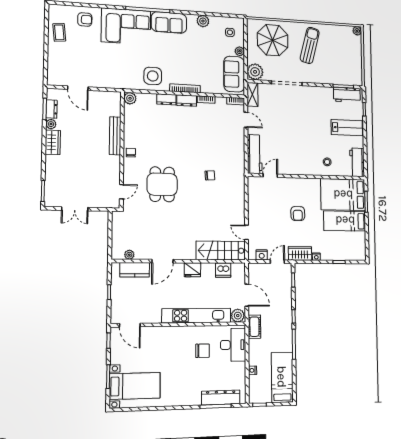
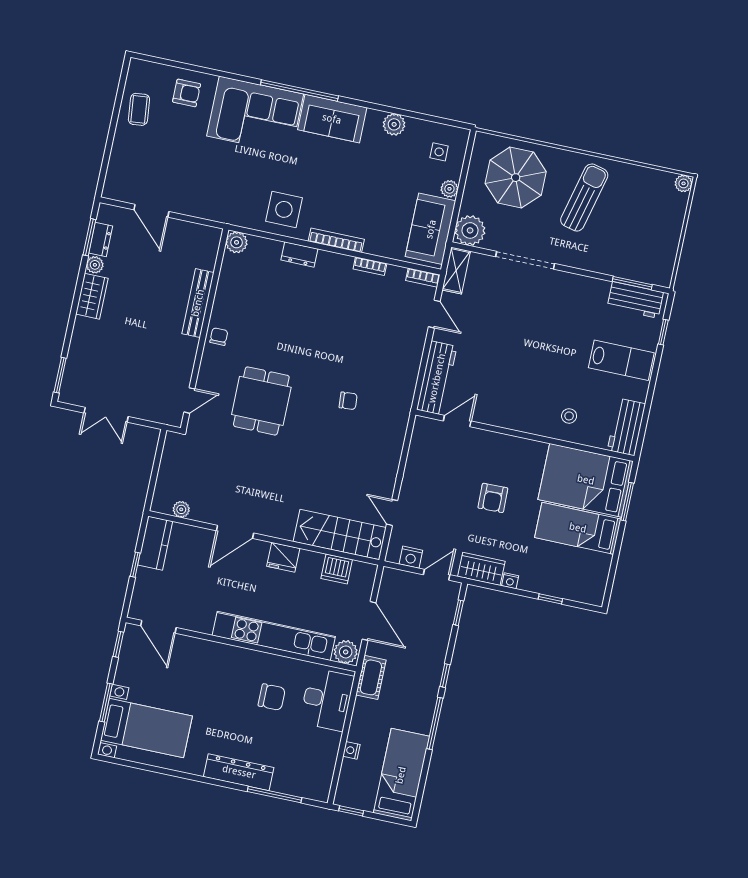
dresser: (187, 101) -> (335, 262), removed
kitchen counter: (135, 270) -> (155, 543), moved, turned -90
dresser: (221, 398) -> (239, 772), moved

